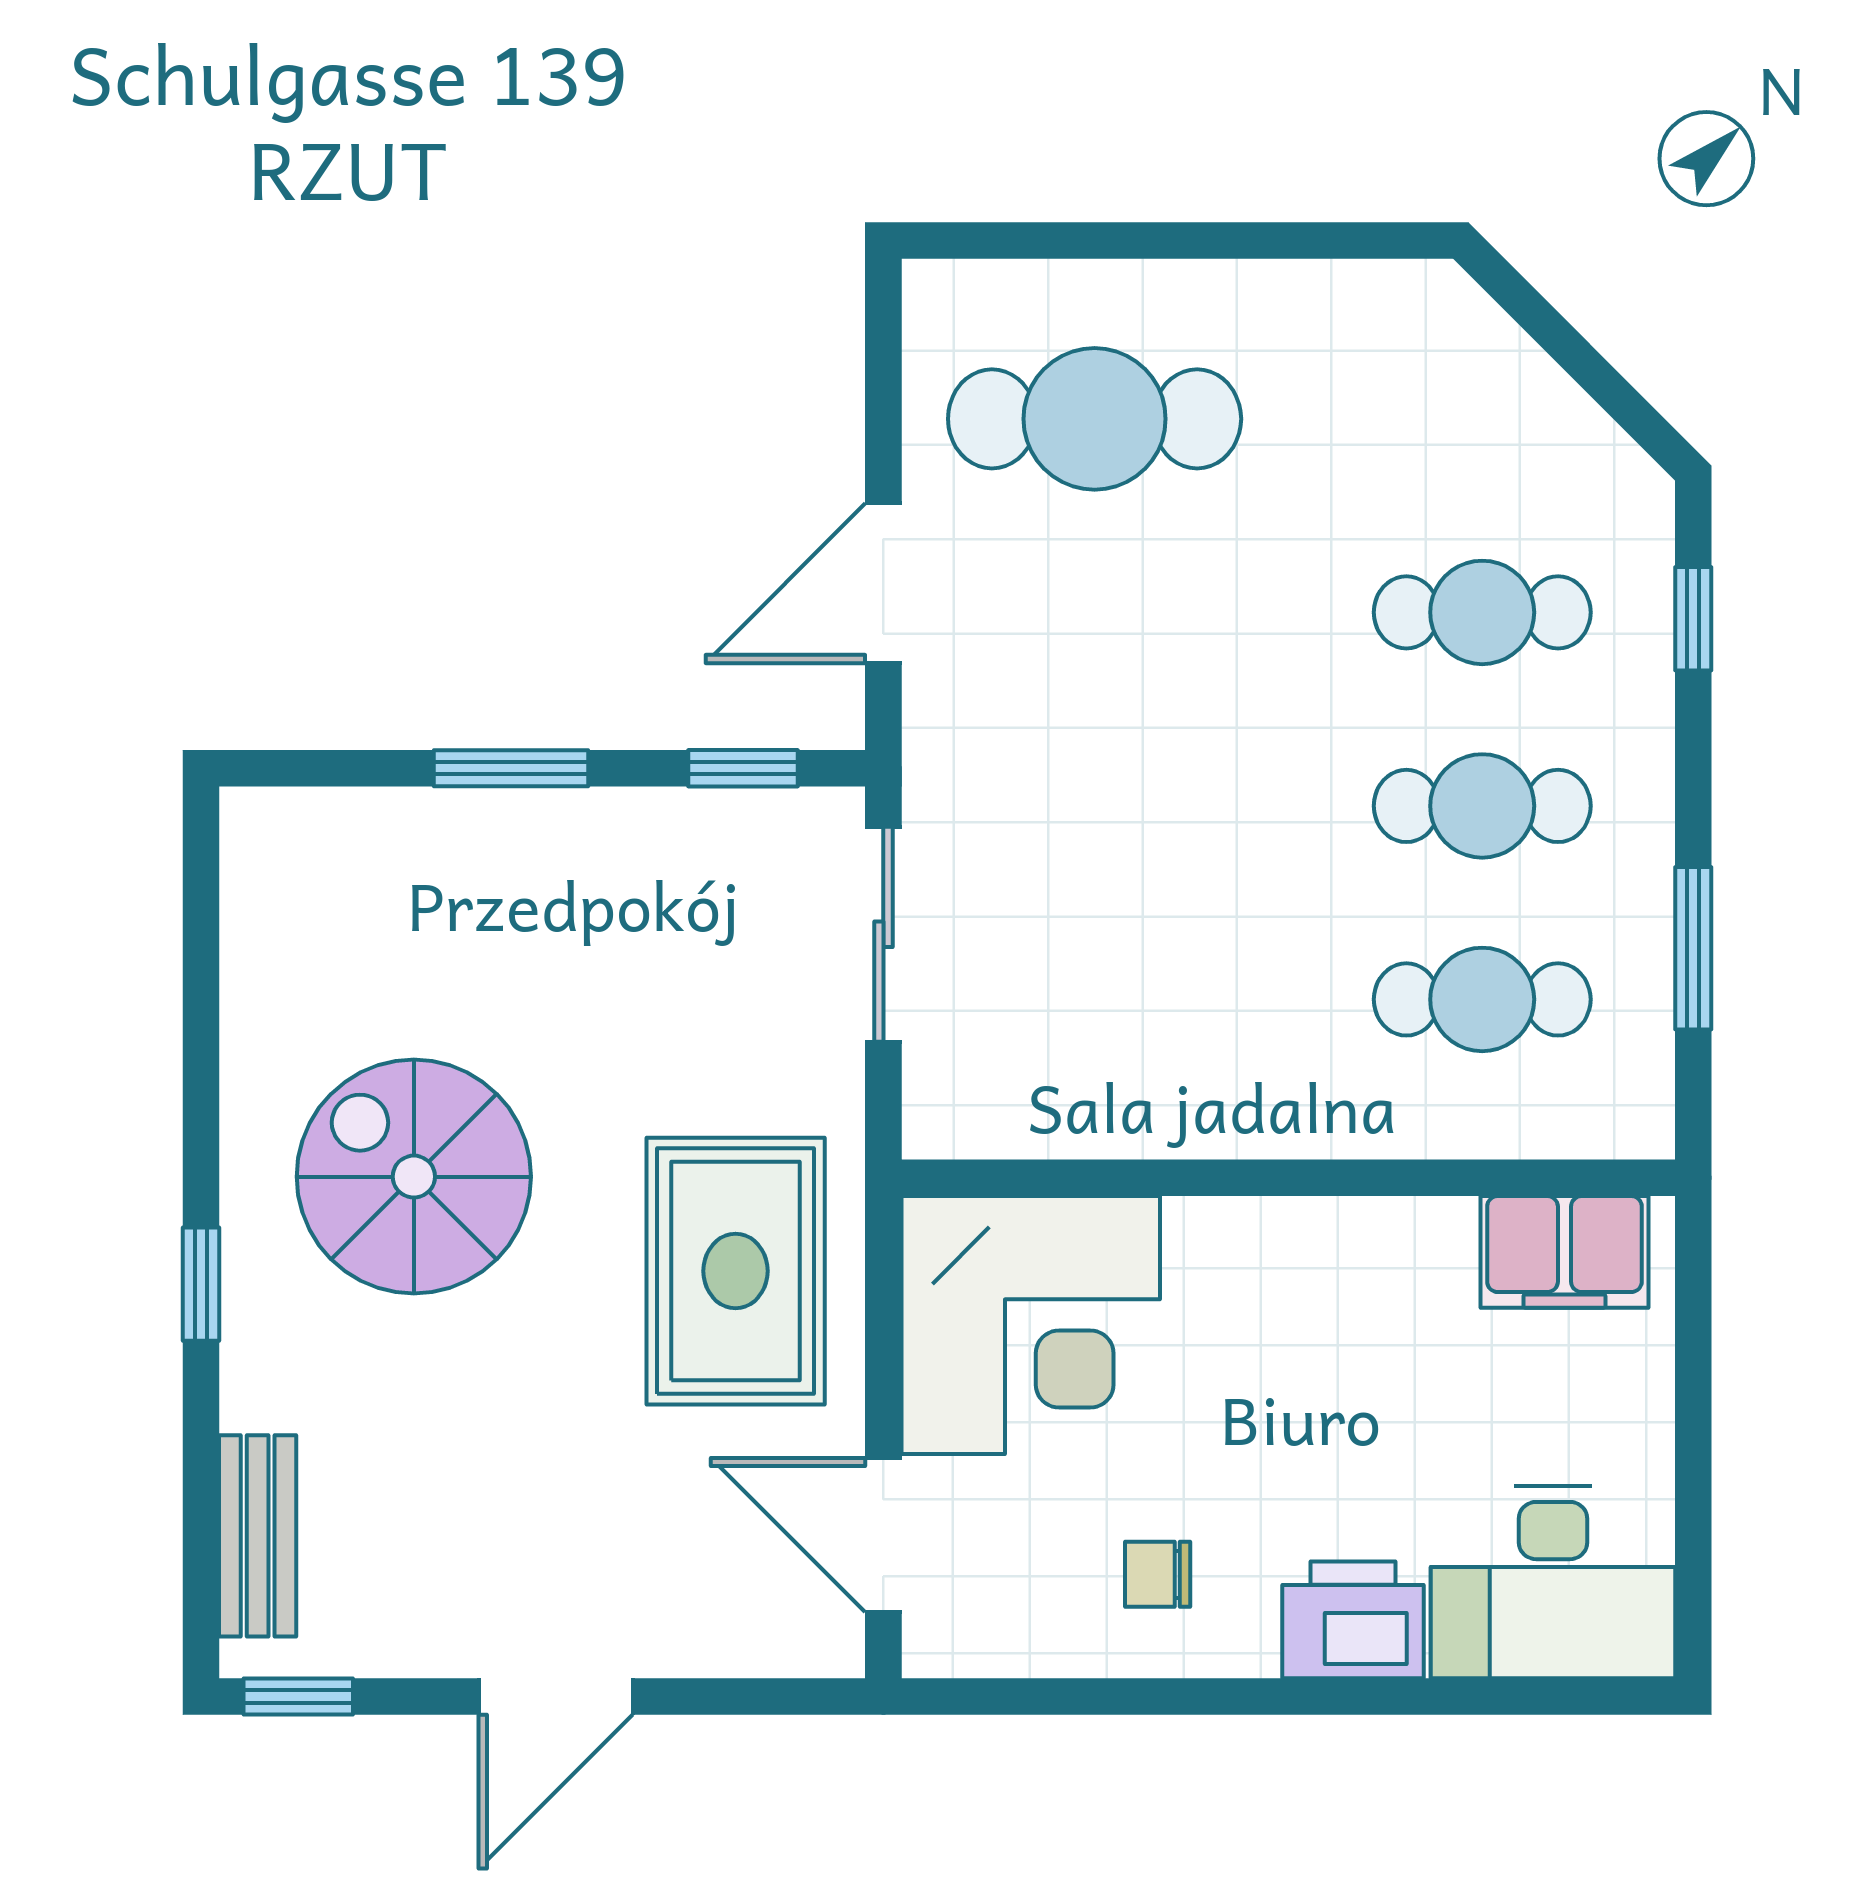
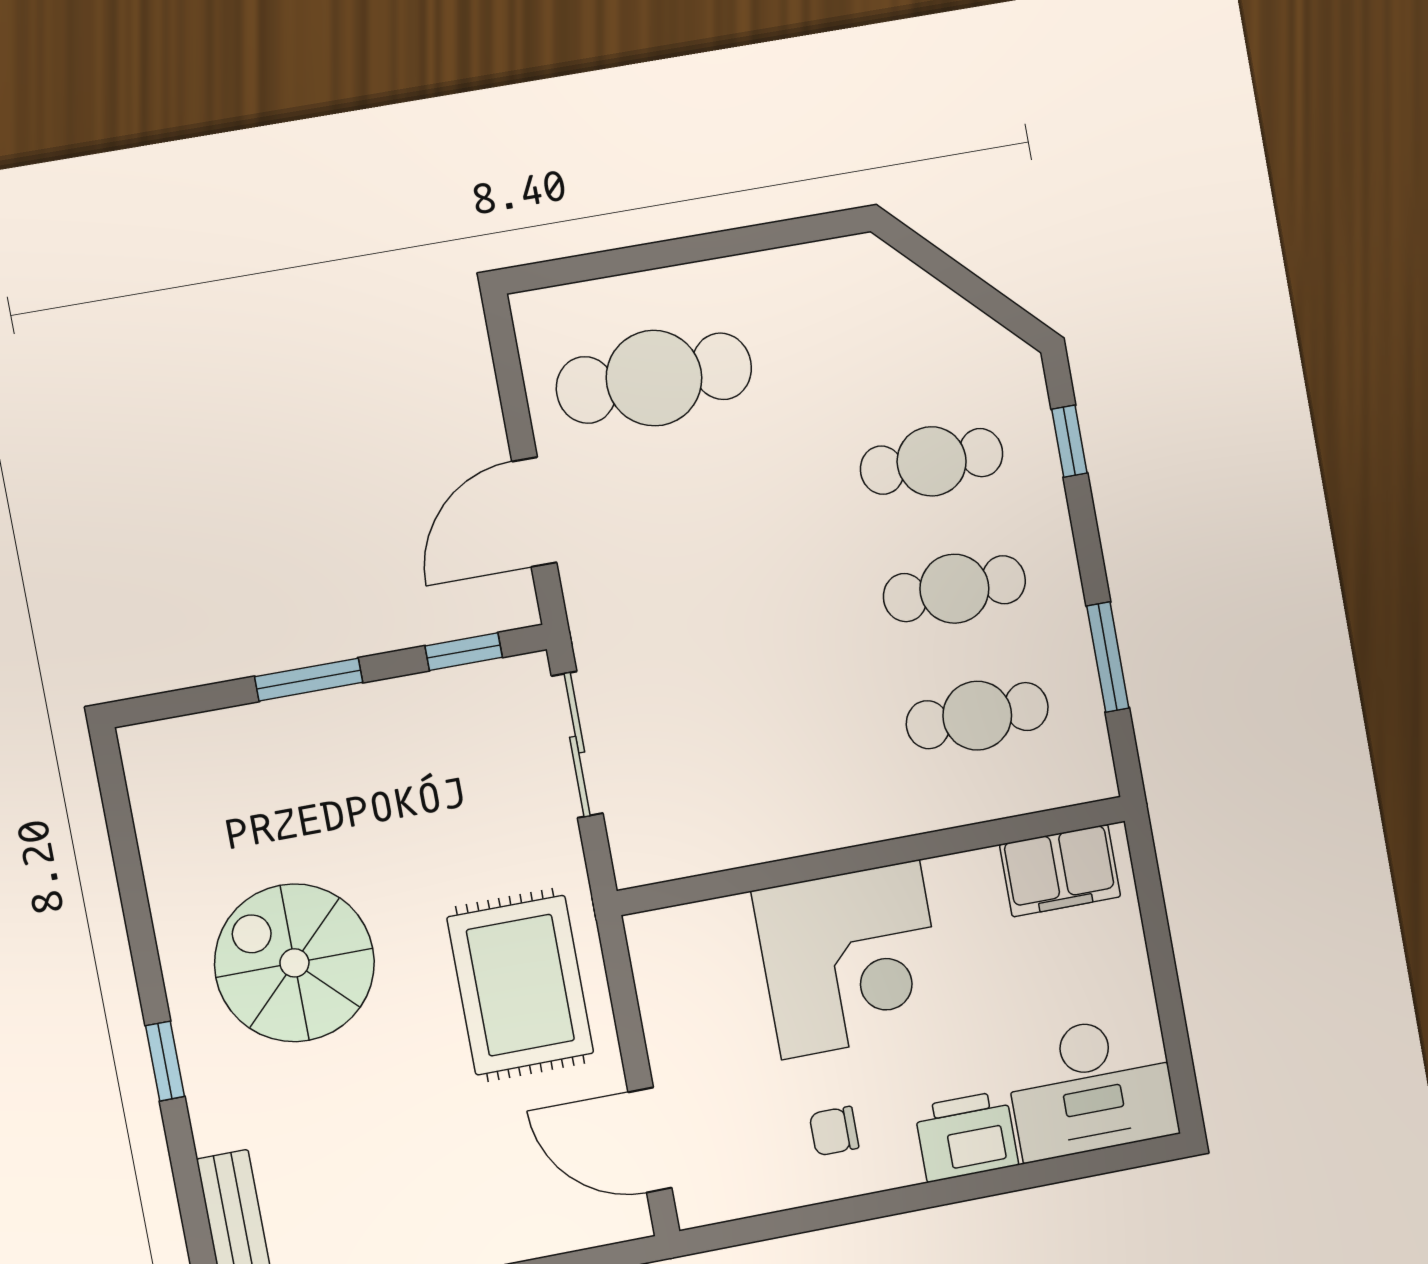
corner desk: (1031, 1325) -> (850, 960), moved

